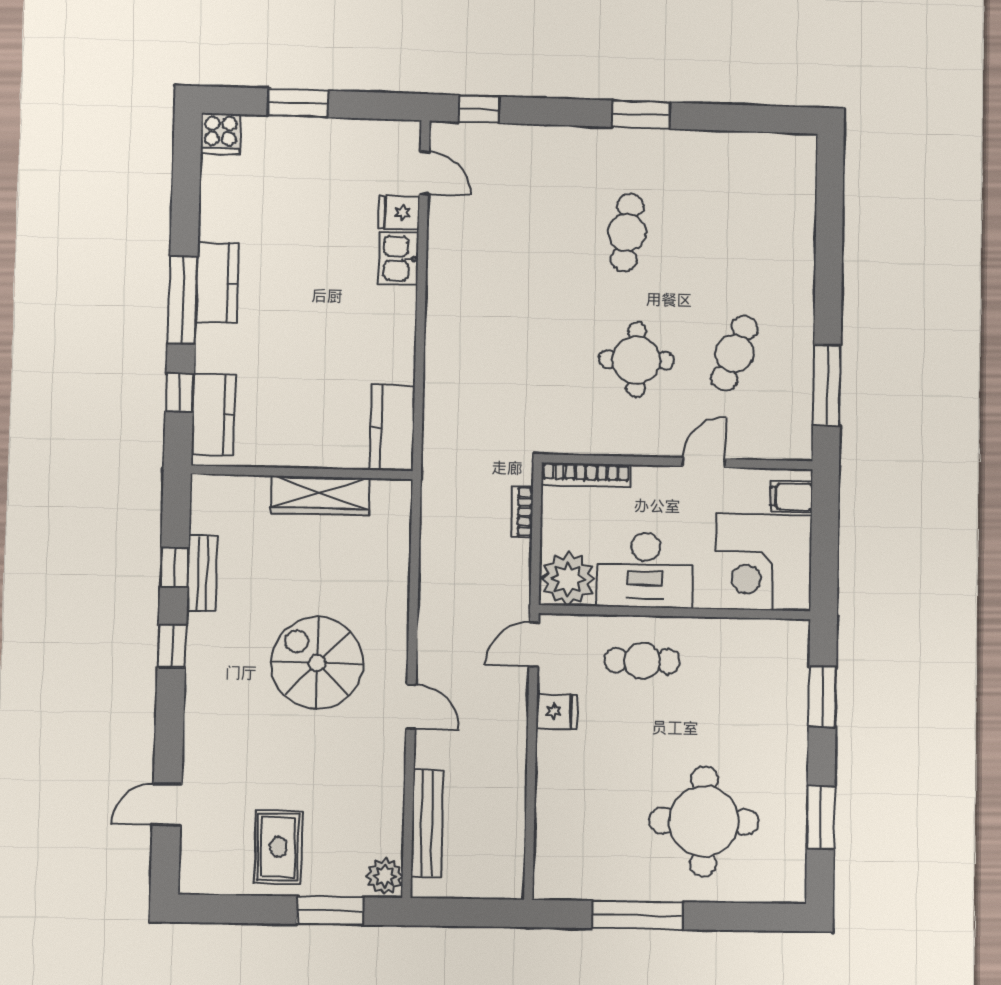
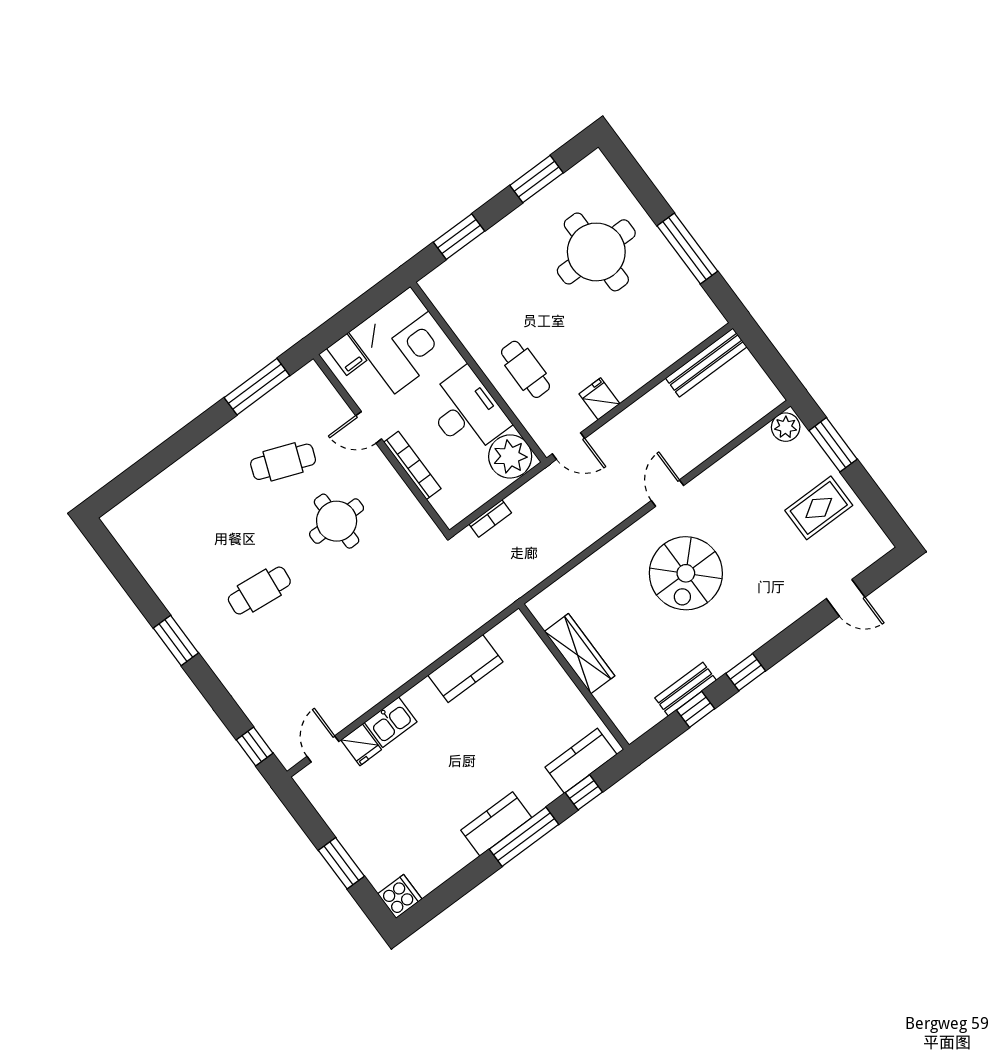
kitchen counter: (392, 428) -> (465, 669), moved
bookcase: (586, 475) -> (412, 465), moved
bench: (427, 823) -> (706, 363), moved

